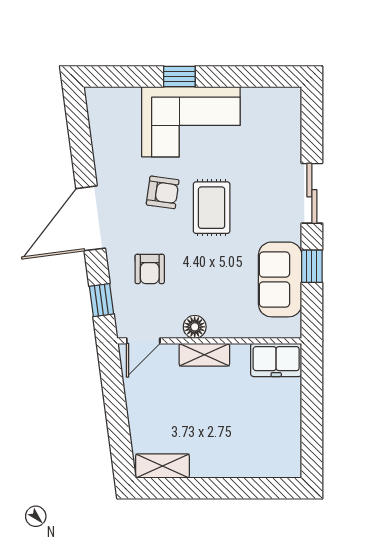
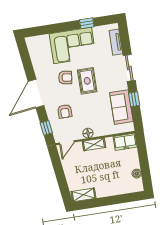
window: (179, 76) -> (87, 23), moved
tv unit: (291, 130) -> (116, 42), added
boiler: (291, 436) -> (137, 174), added

